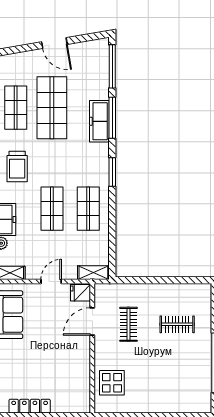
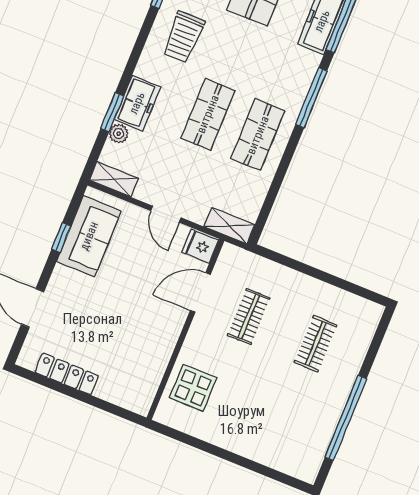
window: (112, 172) -> (311, 98), width x1.44
door: (51, 282) -> (166, 214), swing flipped
clothes rail: (177, 324) -> (316, 344), turned 90

